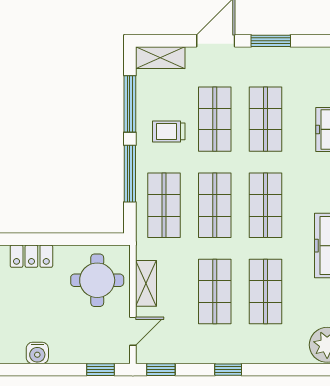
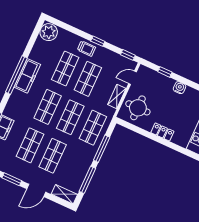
trolley: (169, 131) -> (86, 49), moved
window: (101, 370) -> (165, 72), moved

